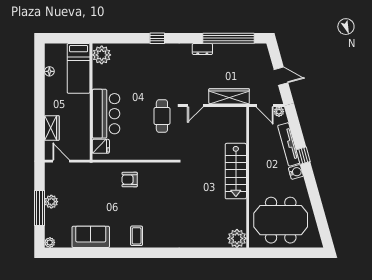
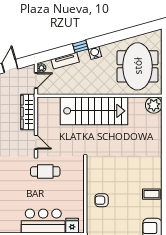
tv unit: (289, 144) -> (65, 61), width x0.71
stairs: (236, 171) -> (94, 111), width x1.36, depth x1.51
armchair: (130, 180) -> (102, 200), turned 90

